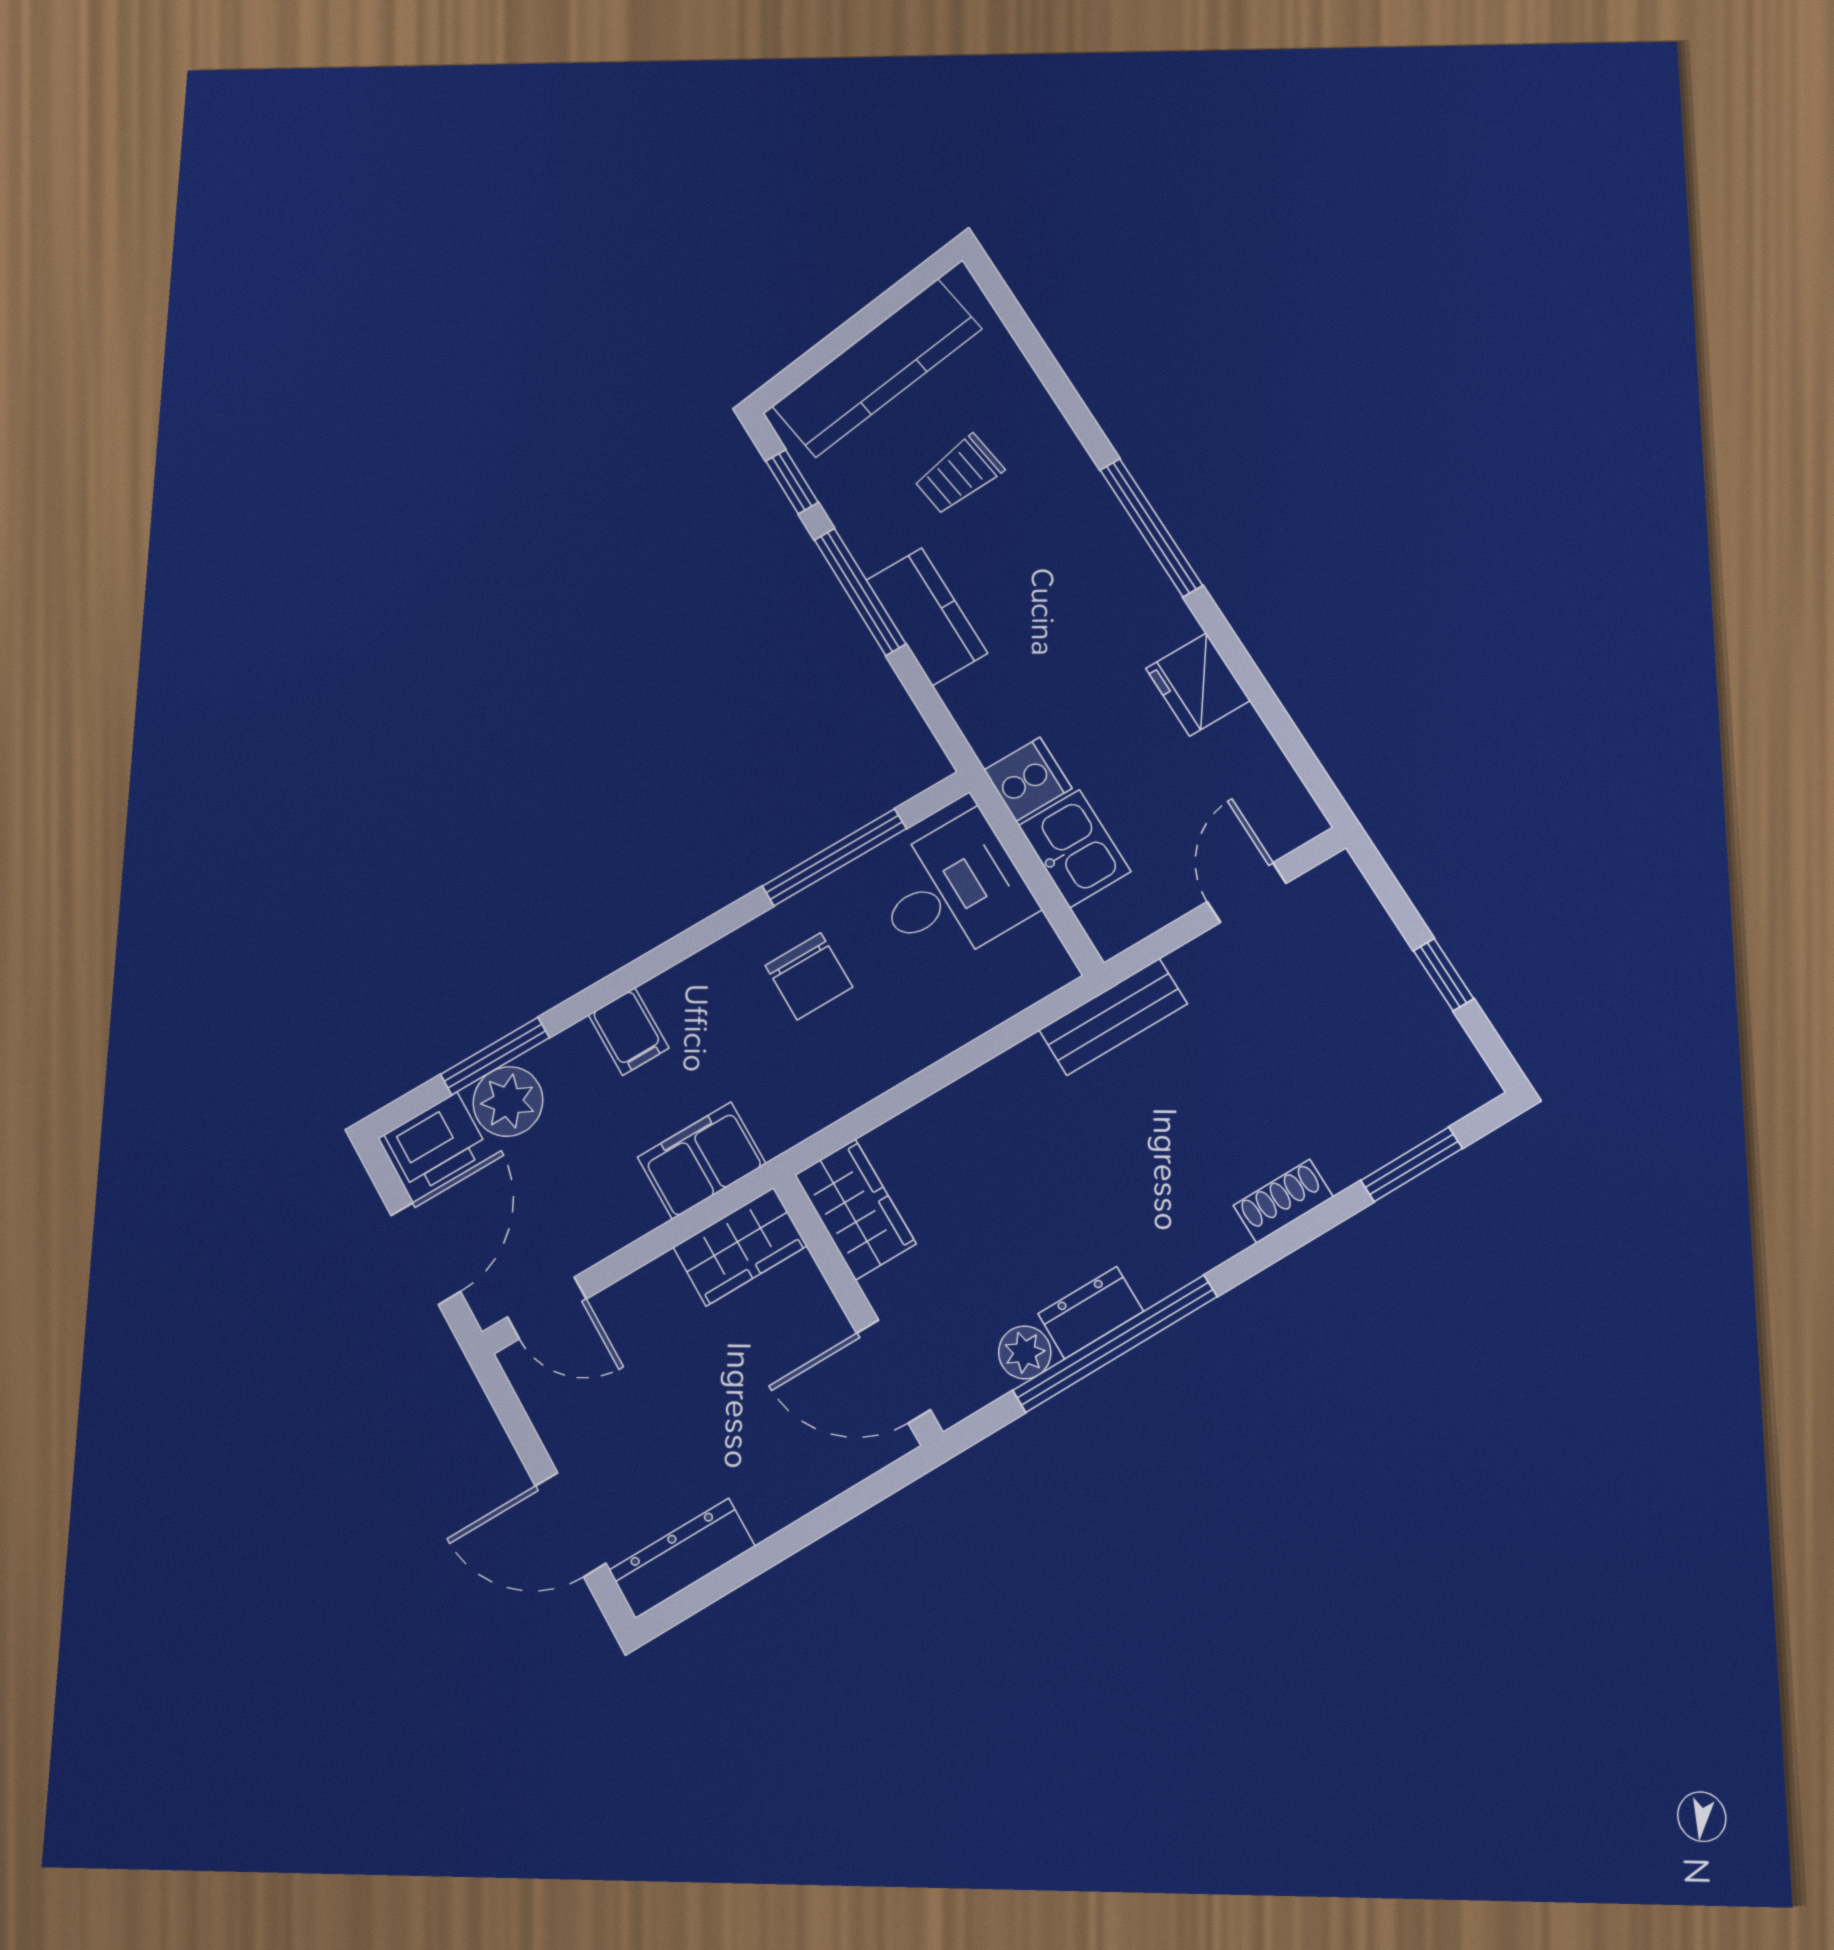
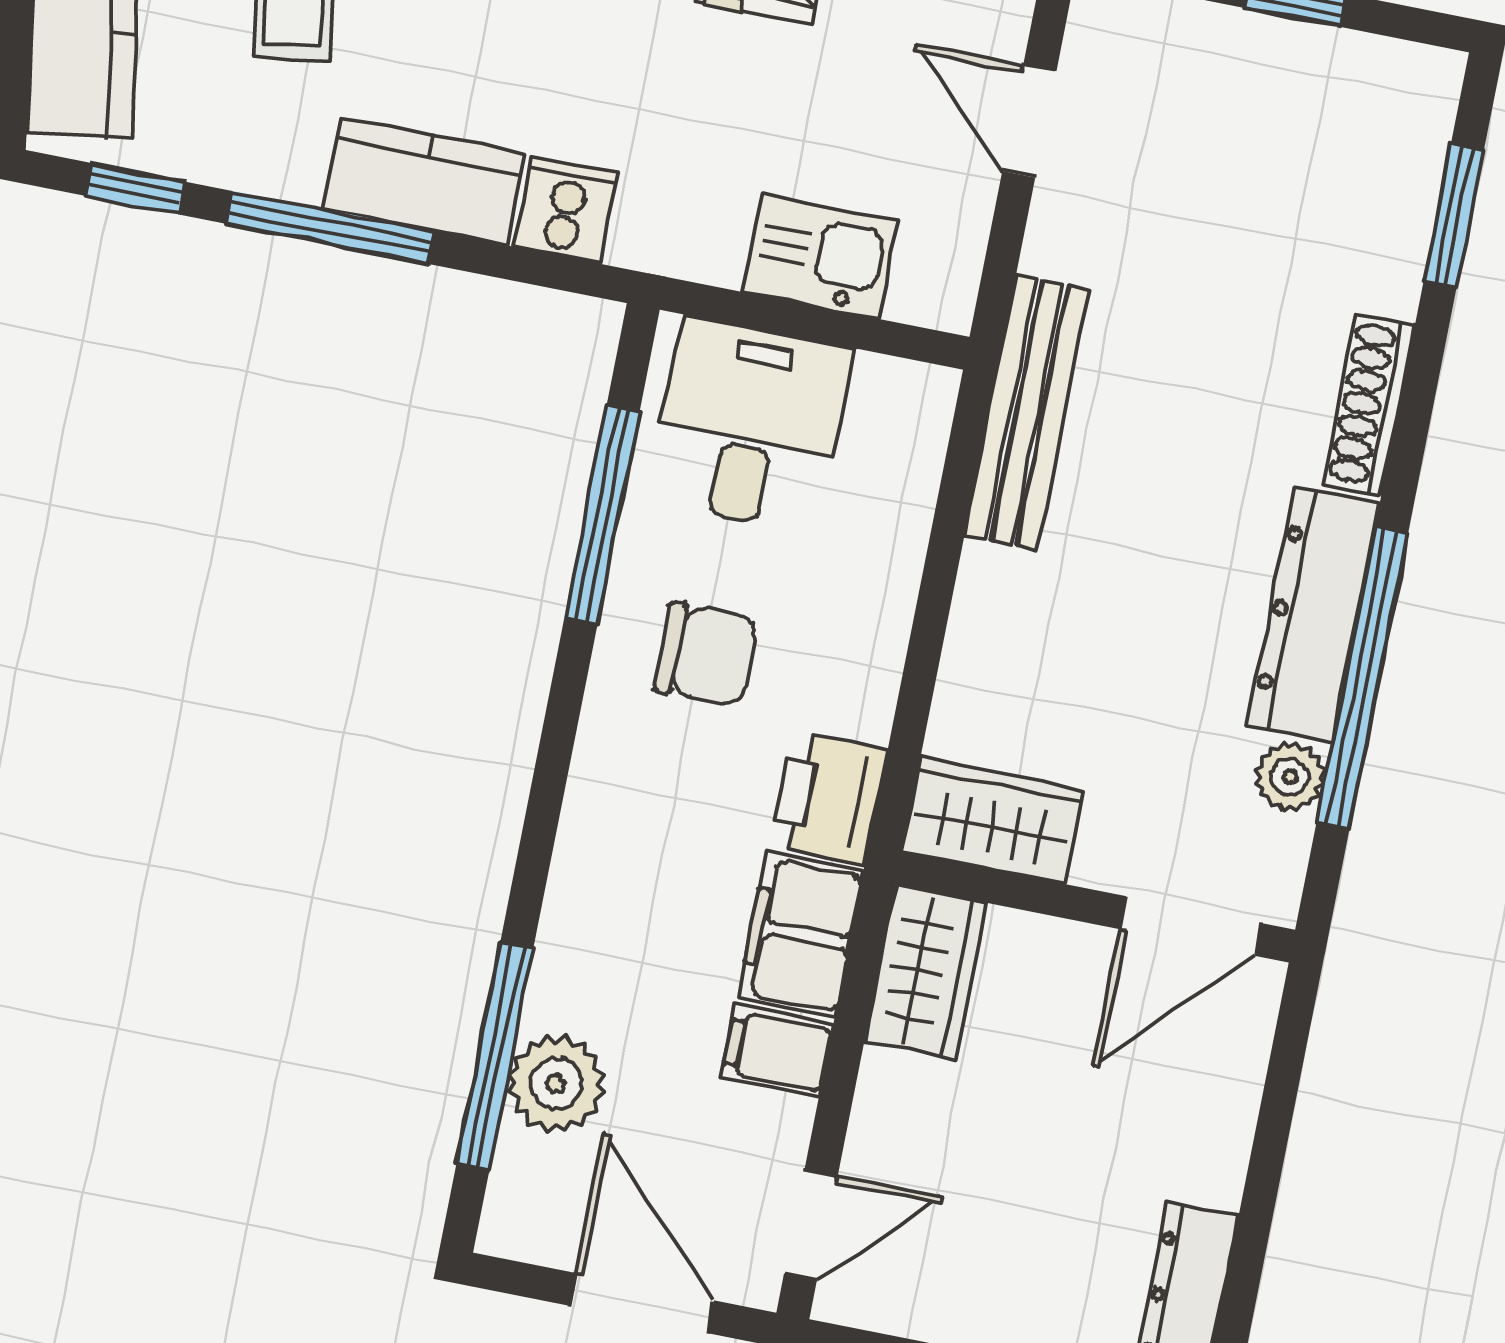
cooker: (1028, 779) -> (566, 210), moved
bench: (1113, 1017) -> (1027, 413), width x1.36
filing cabinet: (629, 1031) -> (777, 1051), moved, turned 180
window: (495, 1056) -> (495, 1057), width x1.44
printer: (437, 1143) -> (829, 798), moved, turned 180
shoe rack: (1283, 1201) -> (1369, 405), width x1.43
dresser: (1091, 1313) -> (1313, 614), width x1.96, depth x1.24

